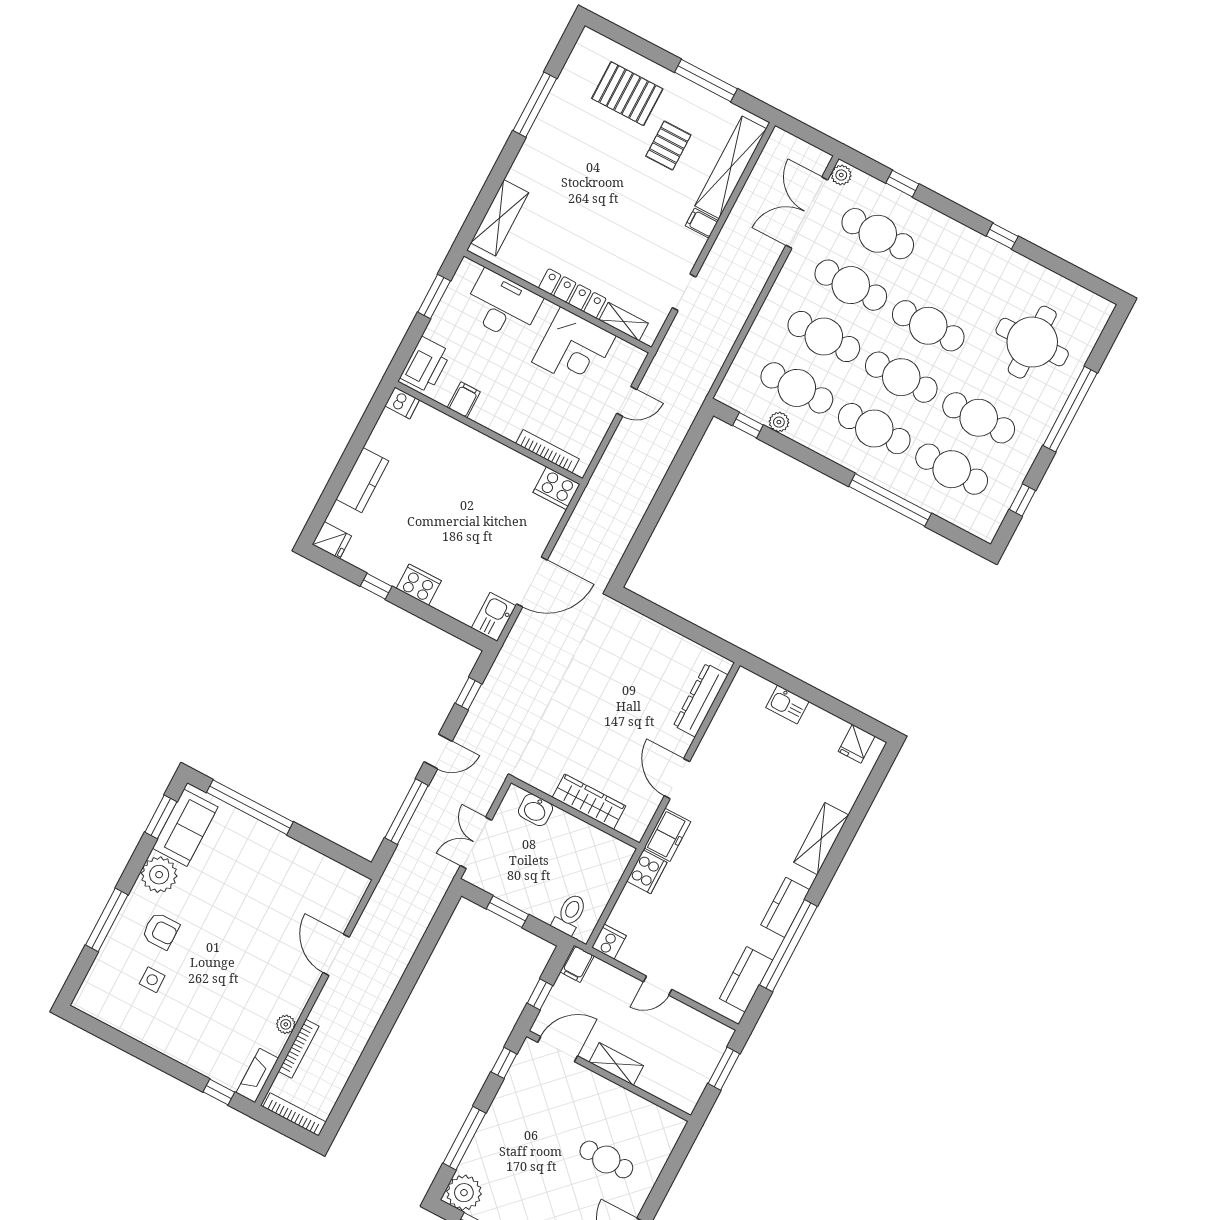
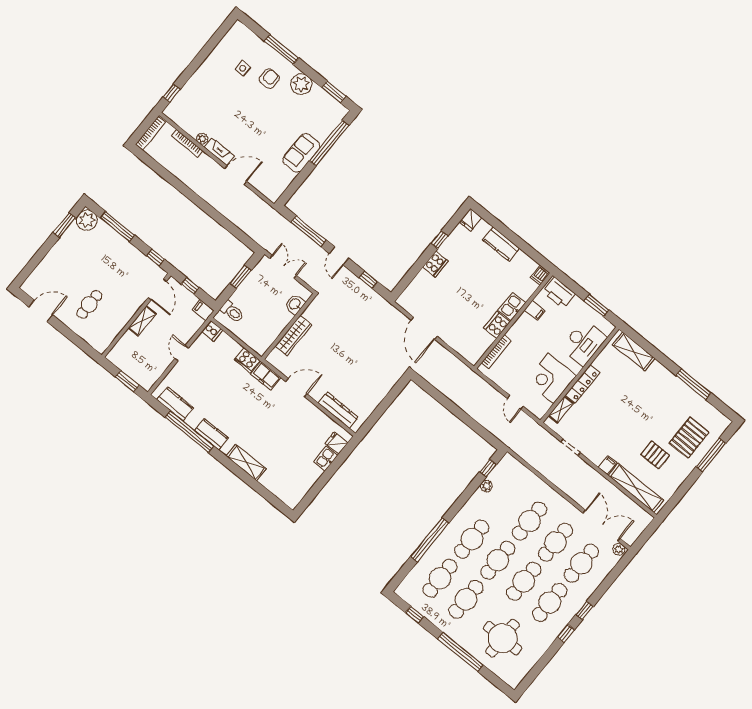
window: (706, 80) -> (711, 455), moved
window: (902, 184) -> (585, 610), moved
cafe table: (797, 388) -> (550, 602), moved
cooker: (557, 488) -> (497, 325), moved
kitchen sink: (494, 617) -> (512, 306), moved, turned -90
fridge: (857, 744) -> (337, 443), moved
sofa: (185, 828) -> (301, 153), moved, turned 90
armchair: (161, 931) -> (269, 79), turned 180
fireplace: (257, 1076) -> (219, 151), moved

